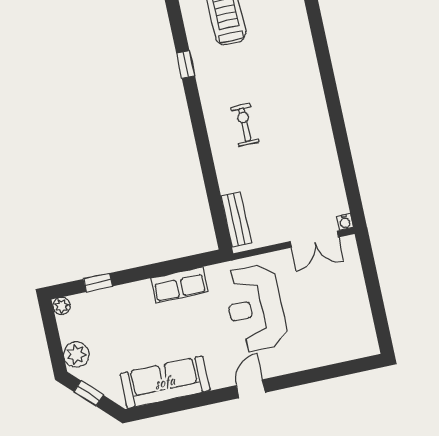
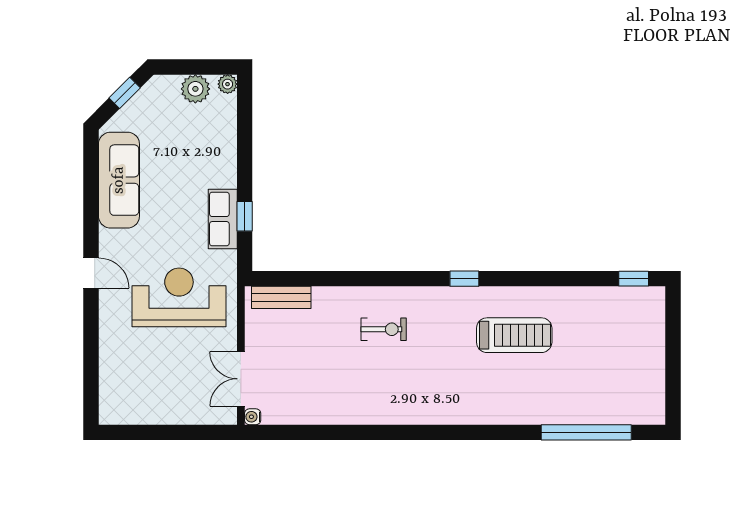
window: (98, 283) -> (245, 216), moved
plant: (76, 355) -> (195, 89), moved

